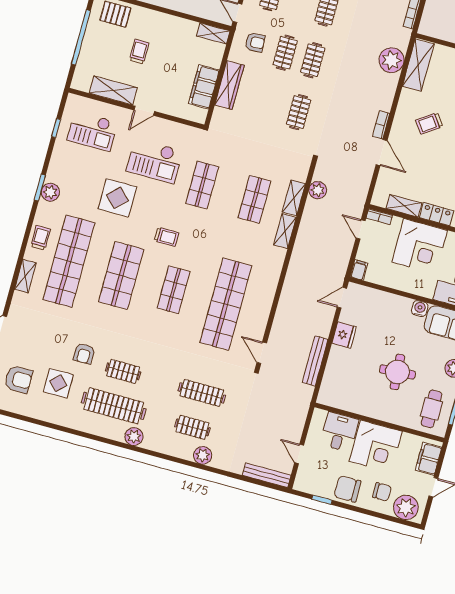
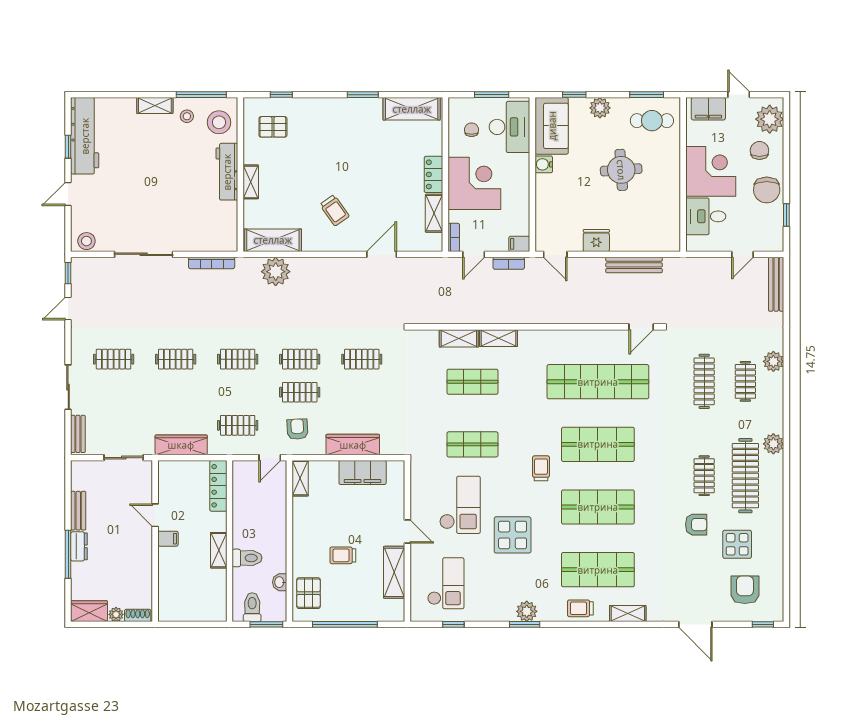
bookcase: (381, 125) -> (509, 263), moved
plant: (318, 190) -> (443, 314), removed
shop shelf: (69, 261) -> (598, 570), width x0.71
shop shelf: (173, 290) -> (598, 444), width x1.43, depth x1.36

